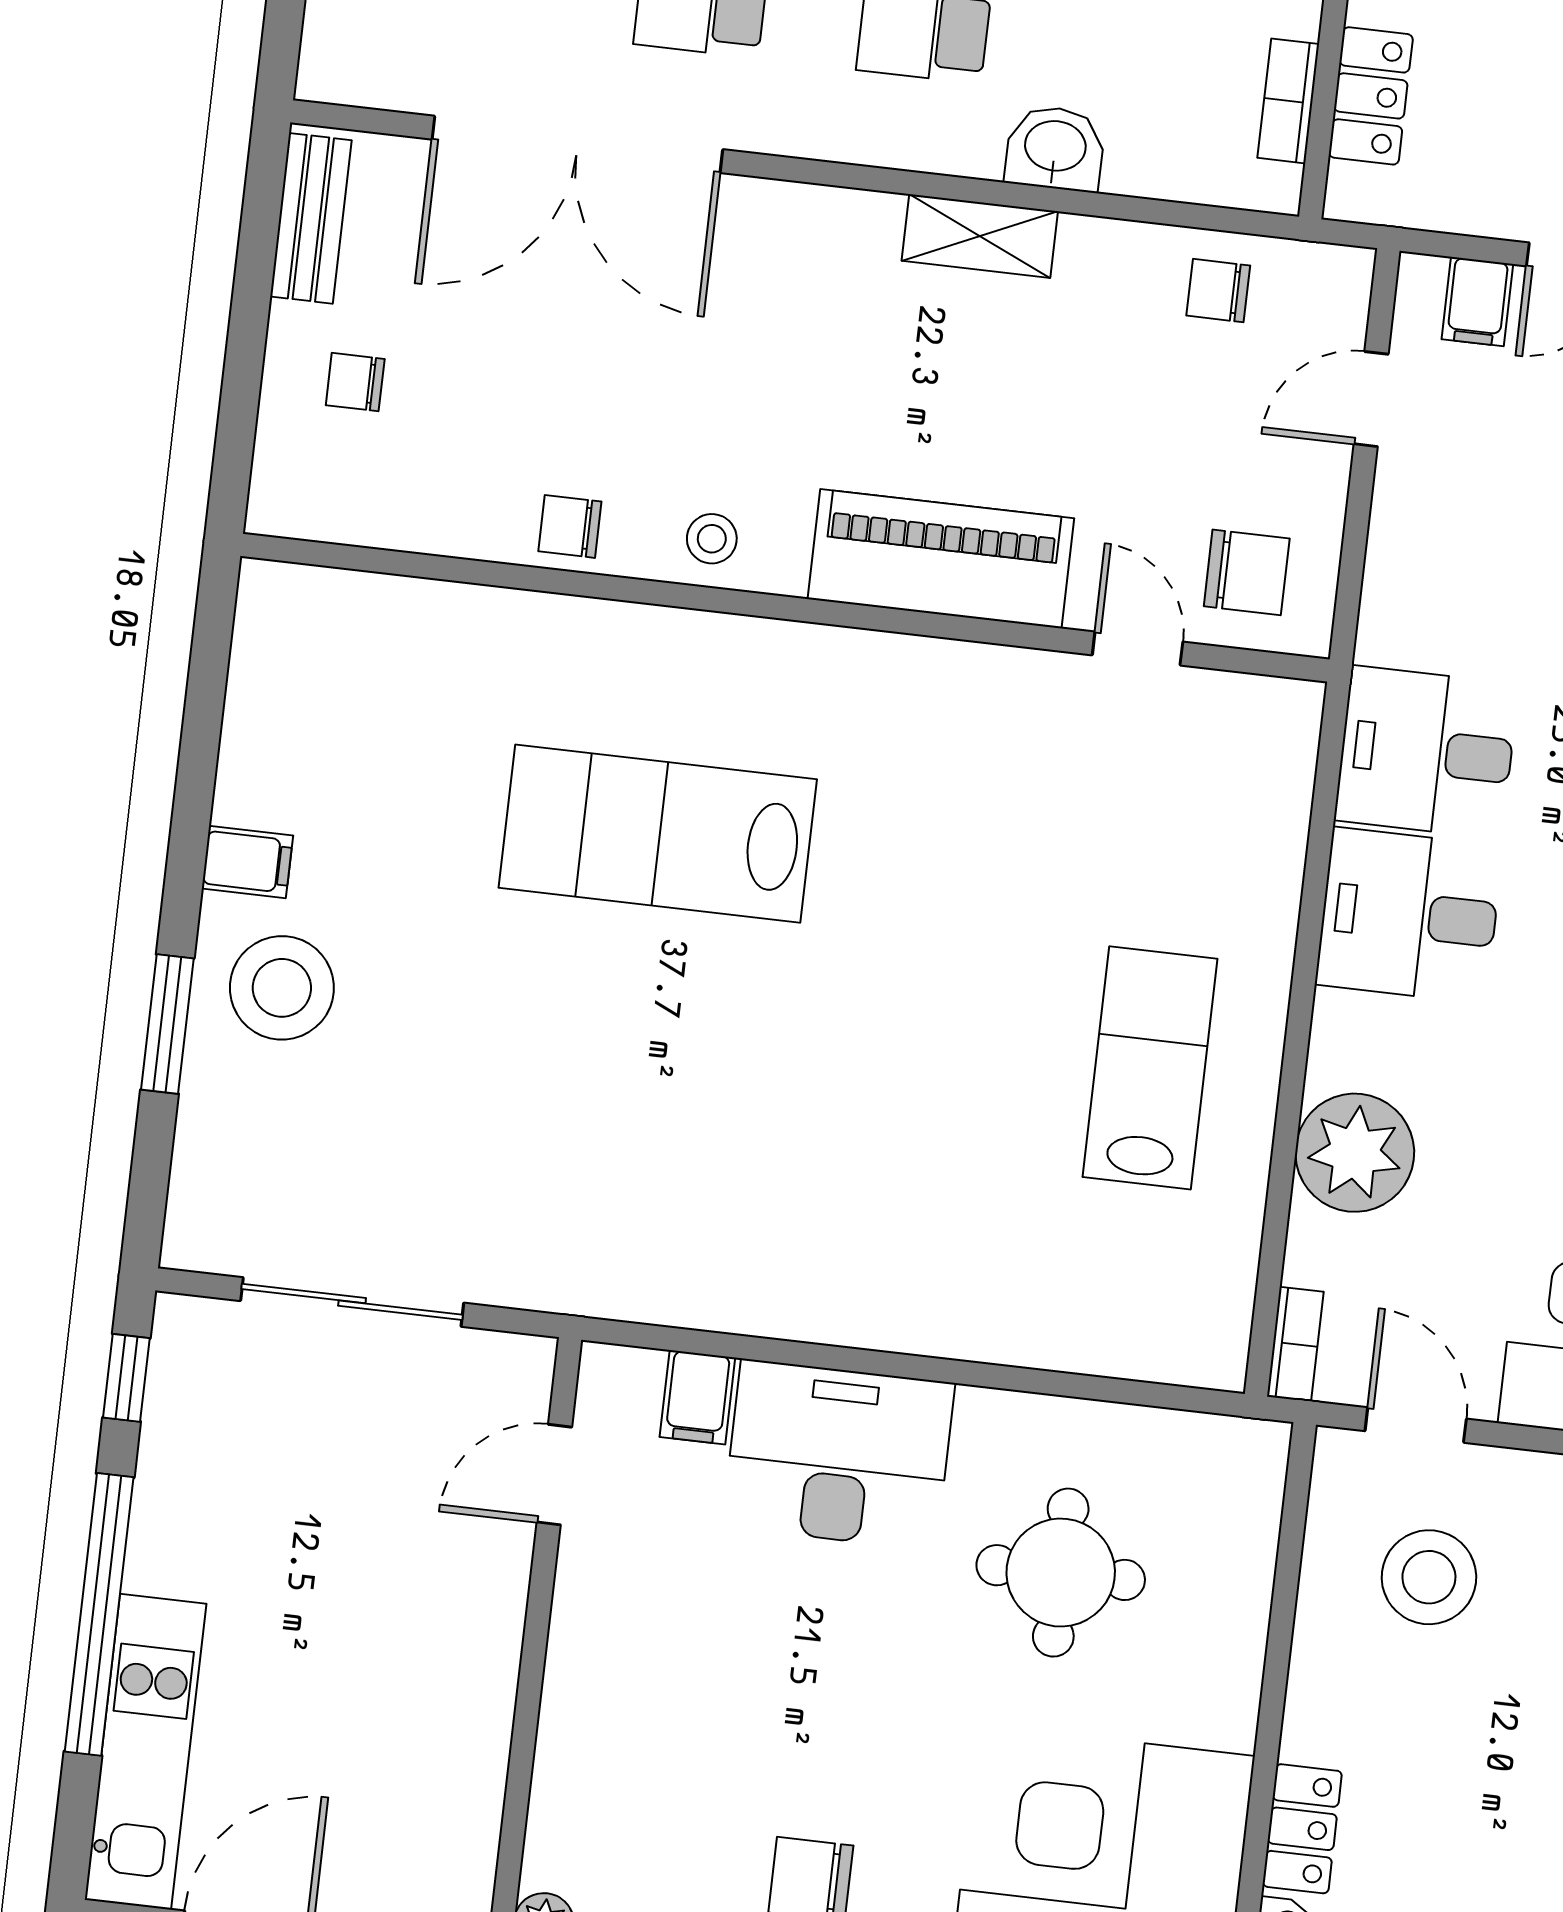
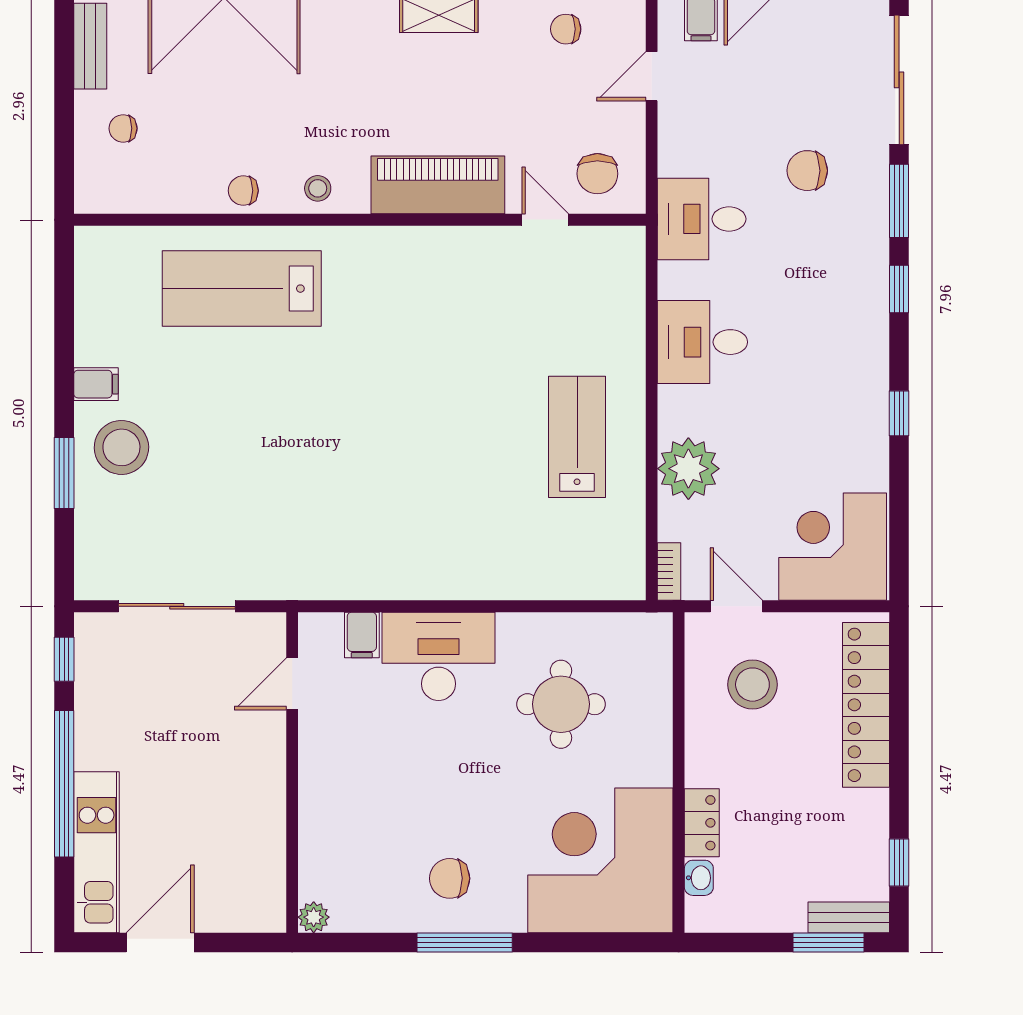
chair: (1247, 572) -> (597, 174), turned 90
desk: (1426, 752) -> (702, 219), moved
lab bench: (658, 834) -> (242, 289), moved

